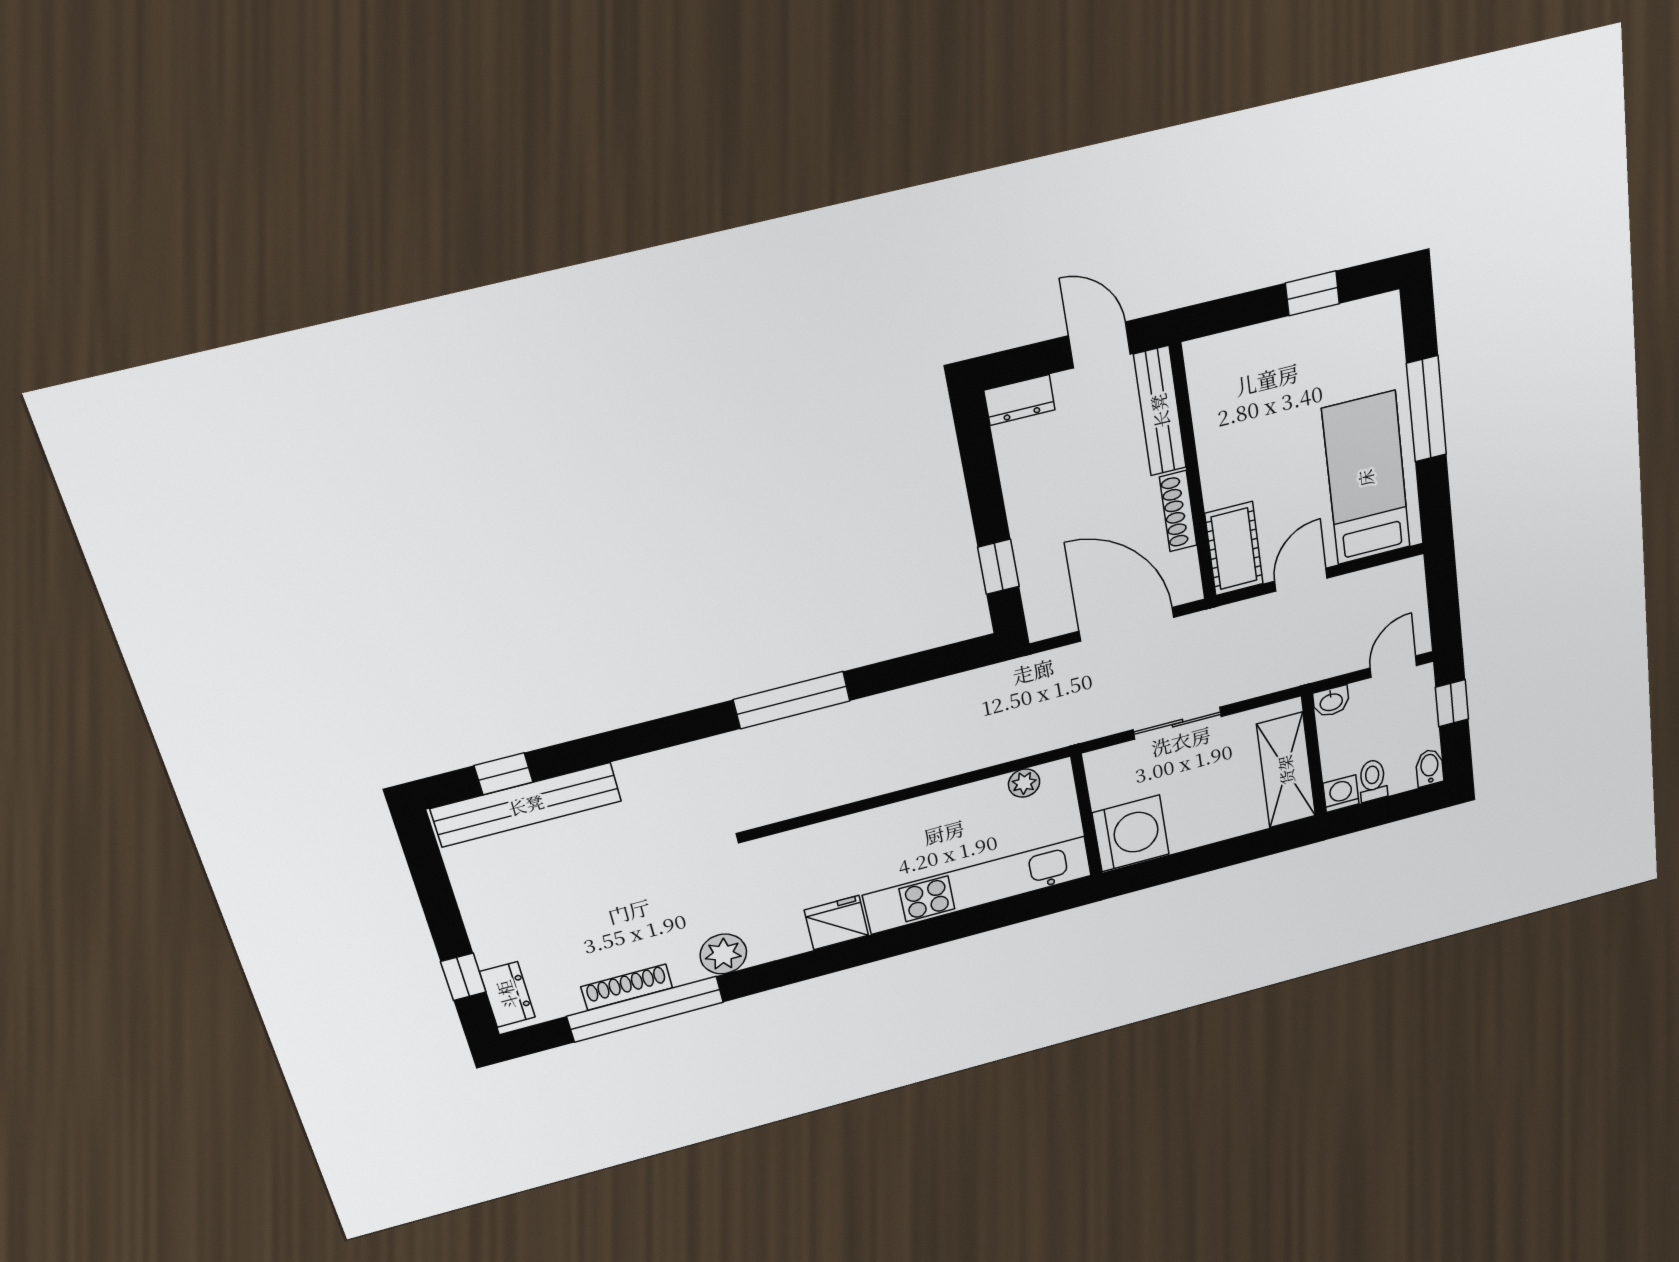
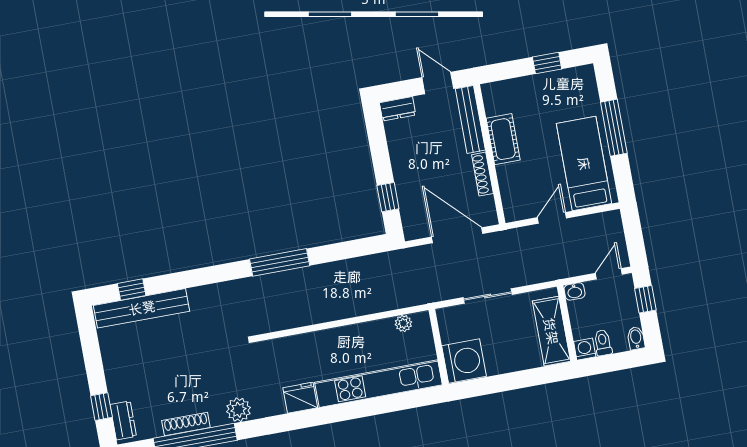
cot: (1234, 549) -> (503, 139), moved

